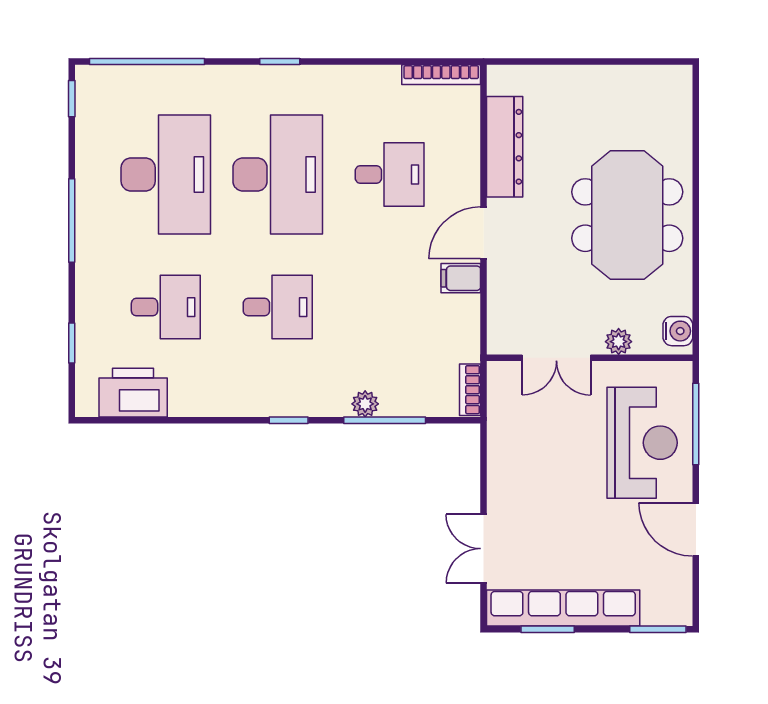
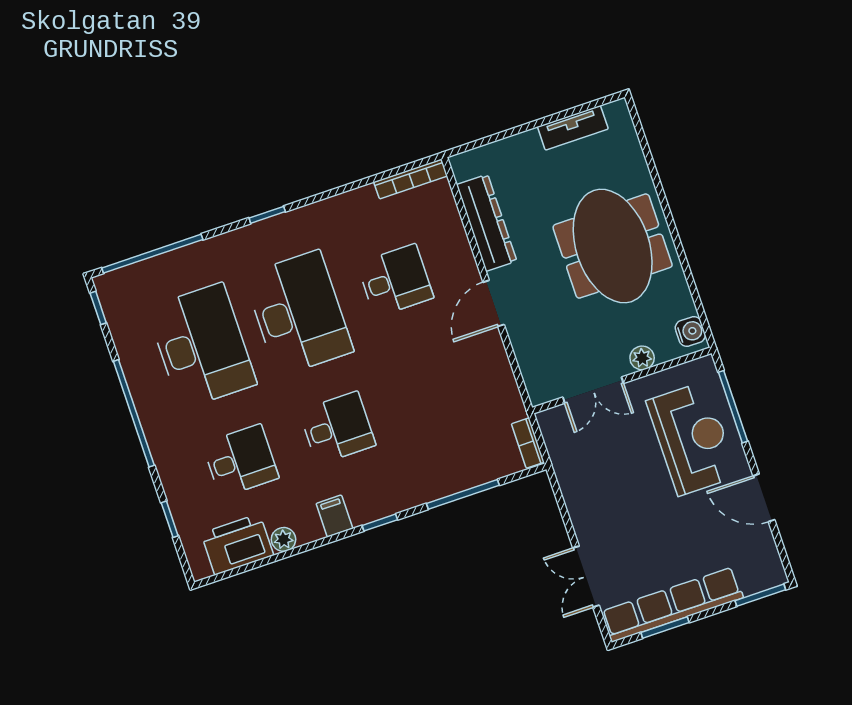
tv unit: (627, 78) -> (573, 128), added
window: (72, 221) -> (134, 413), width x1.46
filing cabinet: (461, 278) -> (334, 516), moved, turned 90
plant: (365, 404) -> (283, 539), moved

